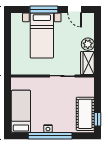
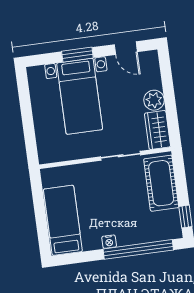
window: (44, 9) -> (77, 55), width x0.69
cot: (85, 114) -> (161, 183), moved
window: (50, 136) -> (138, 249), moved

